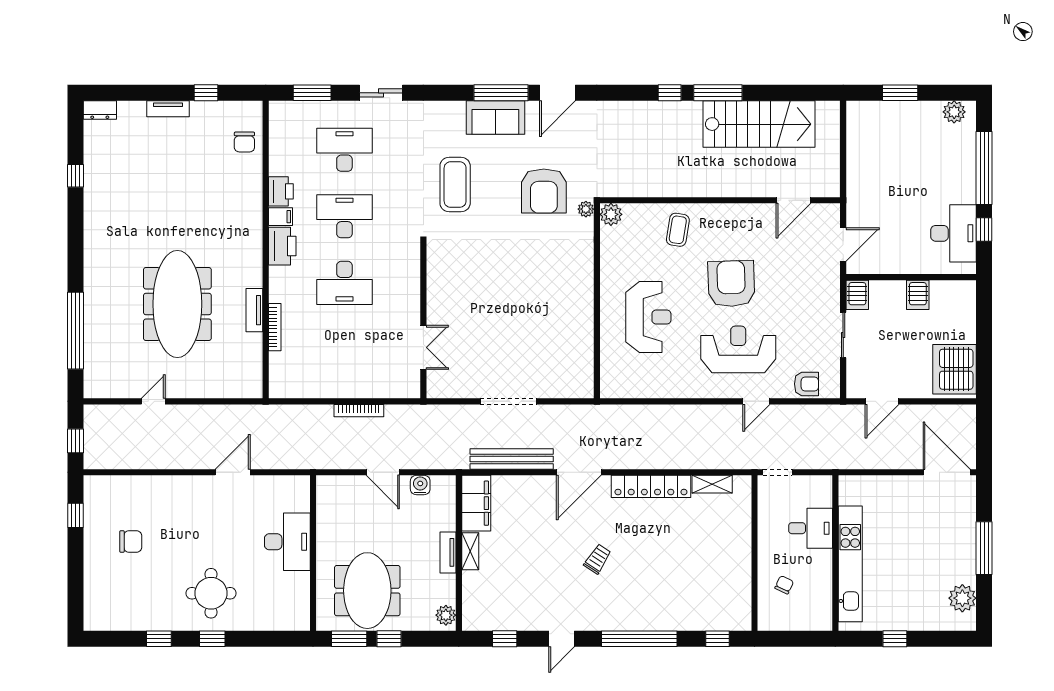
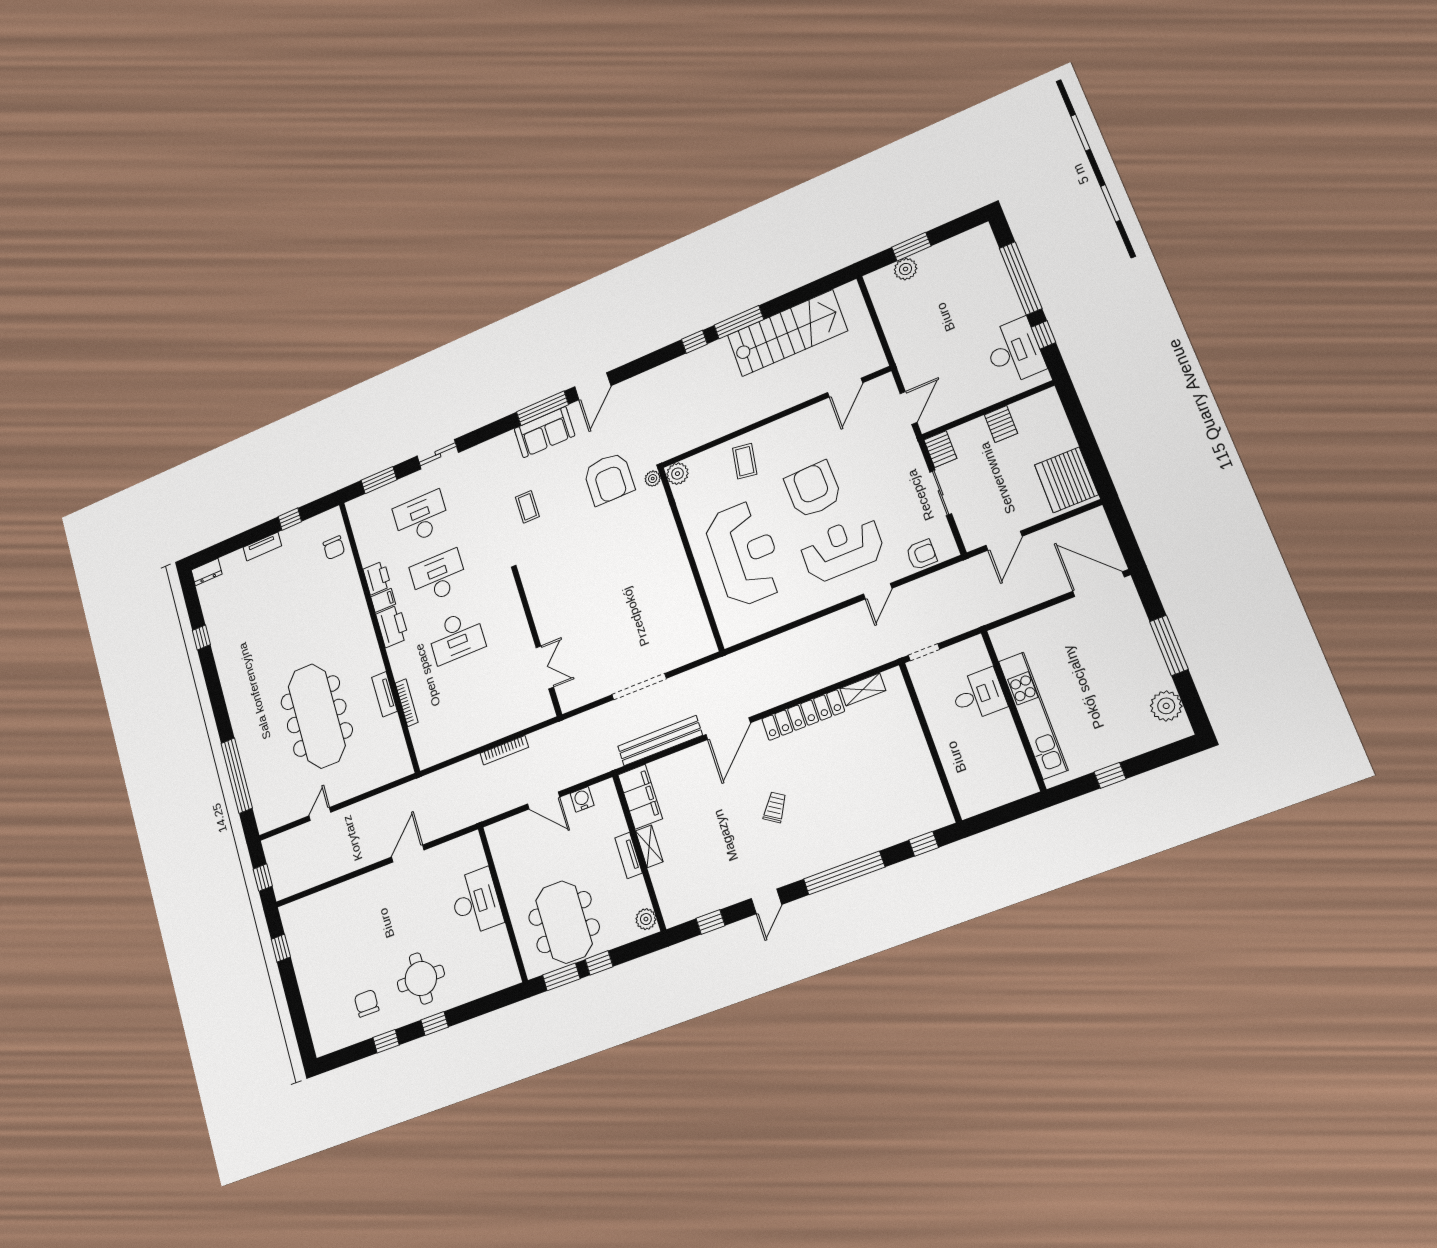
plant: (954, 112) -> (905, 269), moved
coffee table: (455, 185) -> (527, 507), width x0.54, depth x0.58
reception desk: (648, 317) -> (745, 554), width x1.36, depth x1.30
chair: (131, 541) -> (367, 1003), moved, turned -90
chair: (784, 585) -> (972, 763), removed

